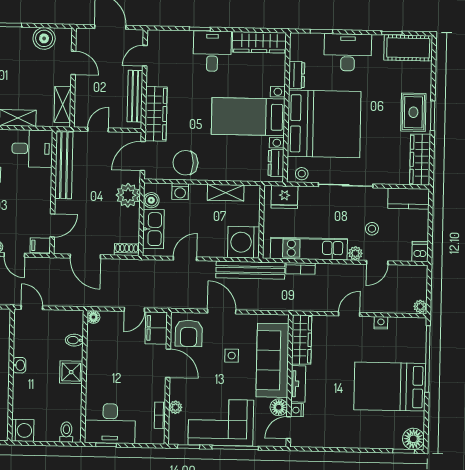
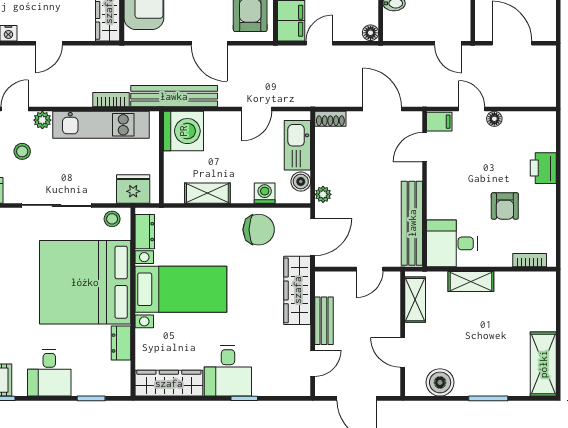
desk: (348, 52) -> (49, 373), width x0.73
bench: (135, 96) -> (324, 321), width x0.73
plant: (128, 195) -> (323, 194), width x0.53, depth x0.53

